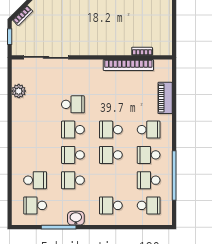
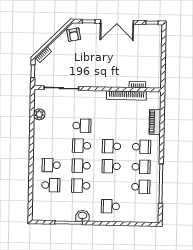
school desk: (149, 155) -> (141, 167), turned 180
school desk: (149, 180) -> (141, 187), turned 180
school desk: (35, 205) -> (51, 165), moved
school desk: (149, 205) -> (140, 207), removed

